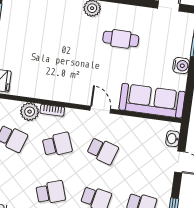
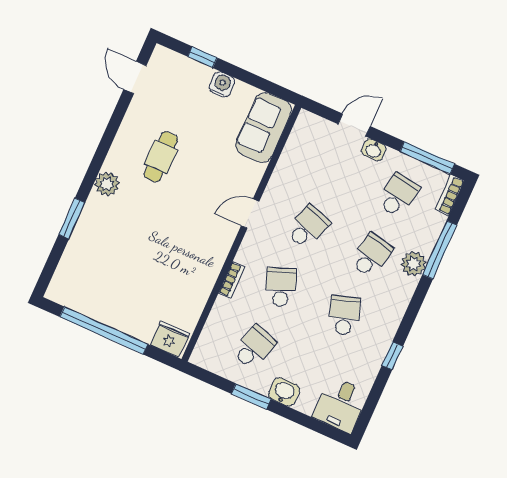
sofa: (152, 101) -> (264, 128), width x0.73
plant: (30, 112) -> (224, 312), removed
washbasin: (173, 139) -> (374, 150), moved

